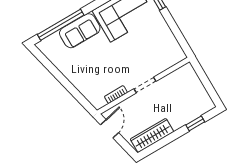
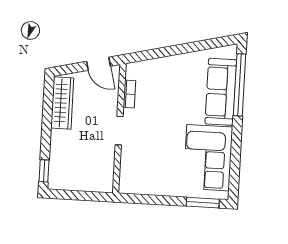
sofa: (80, 31) -> (221, 92), width x1.36
window: (195, 123) -> (44, 171), moved

